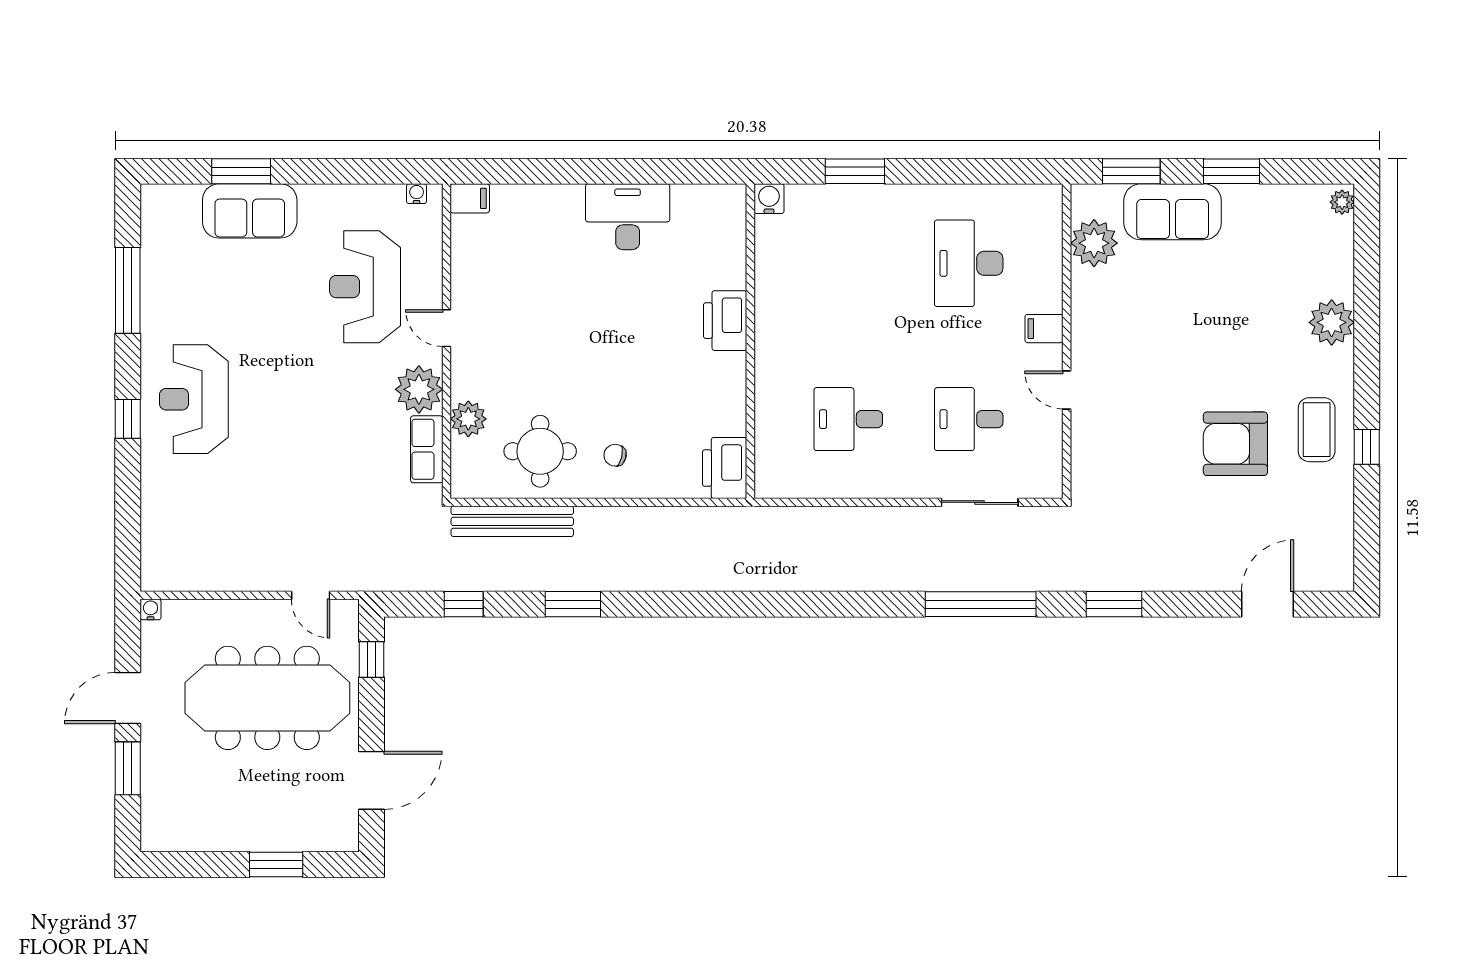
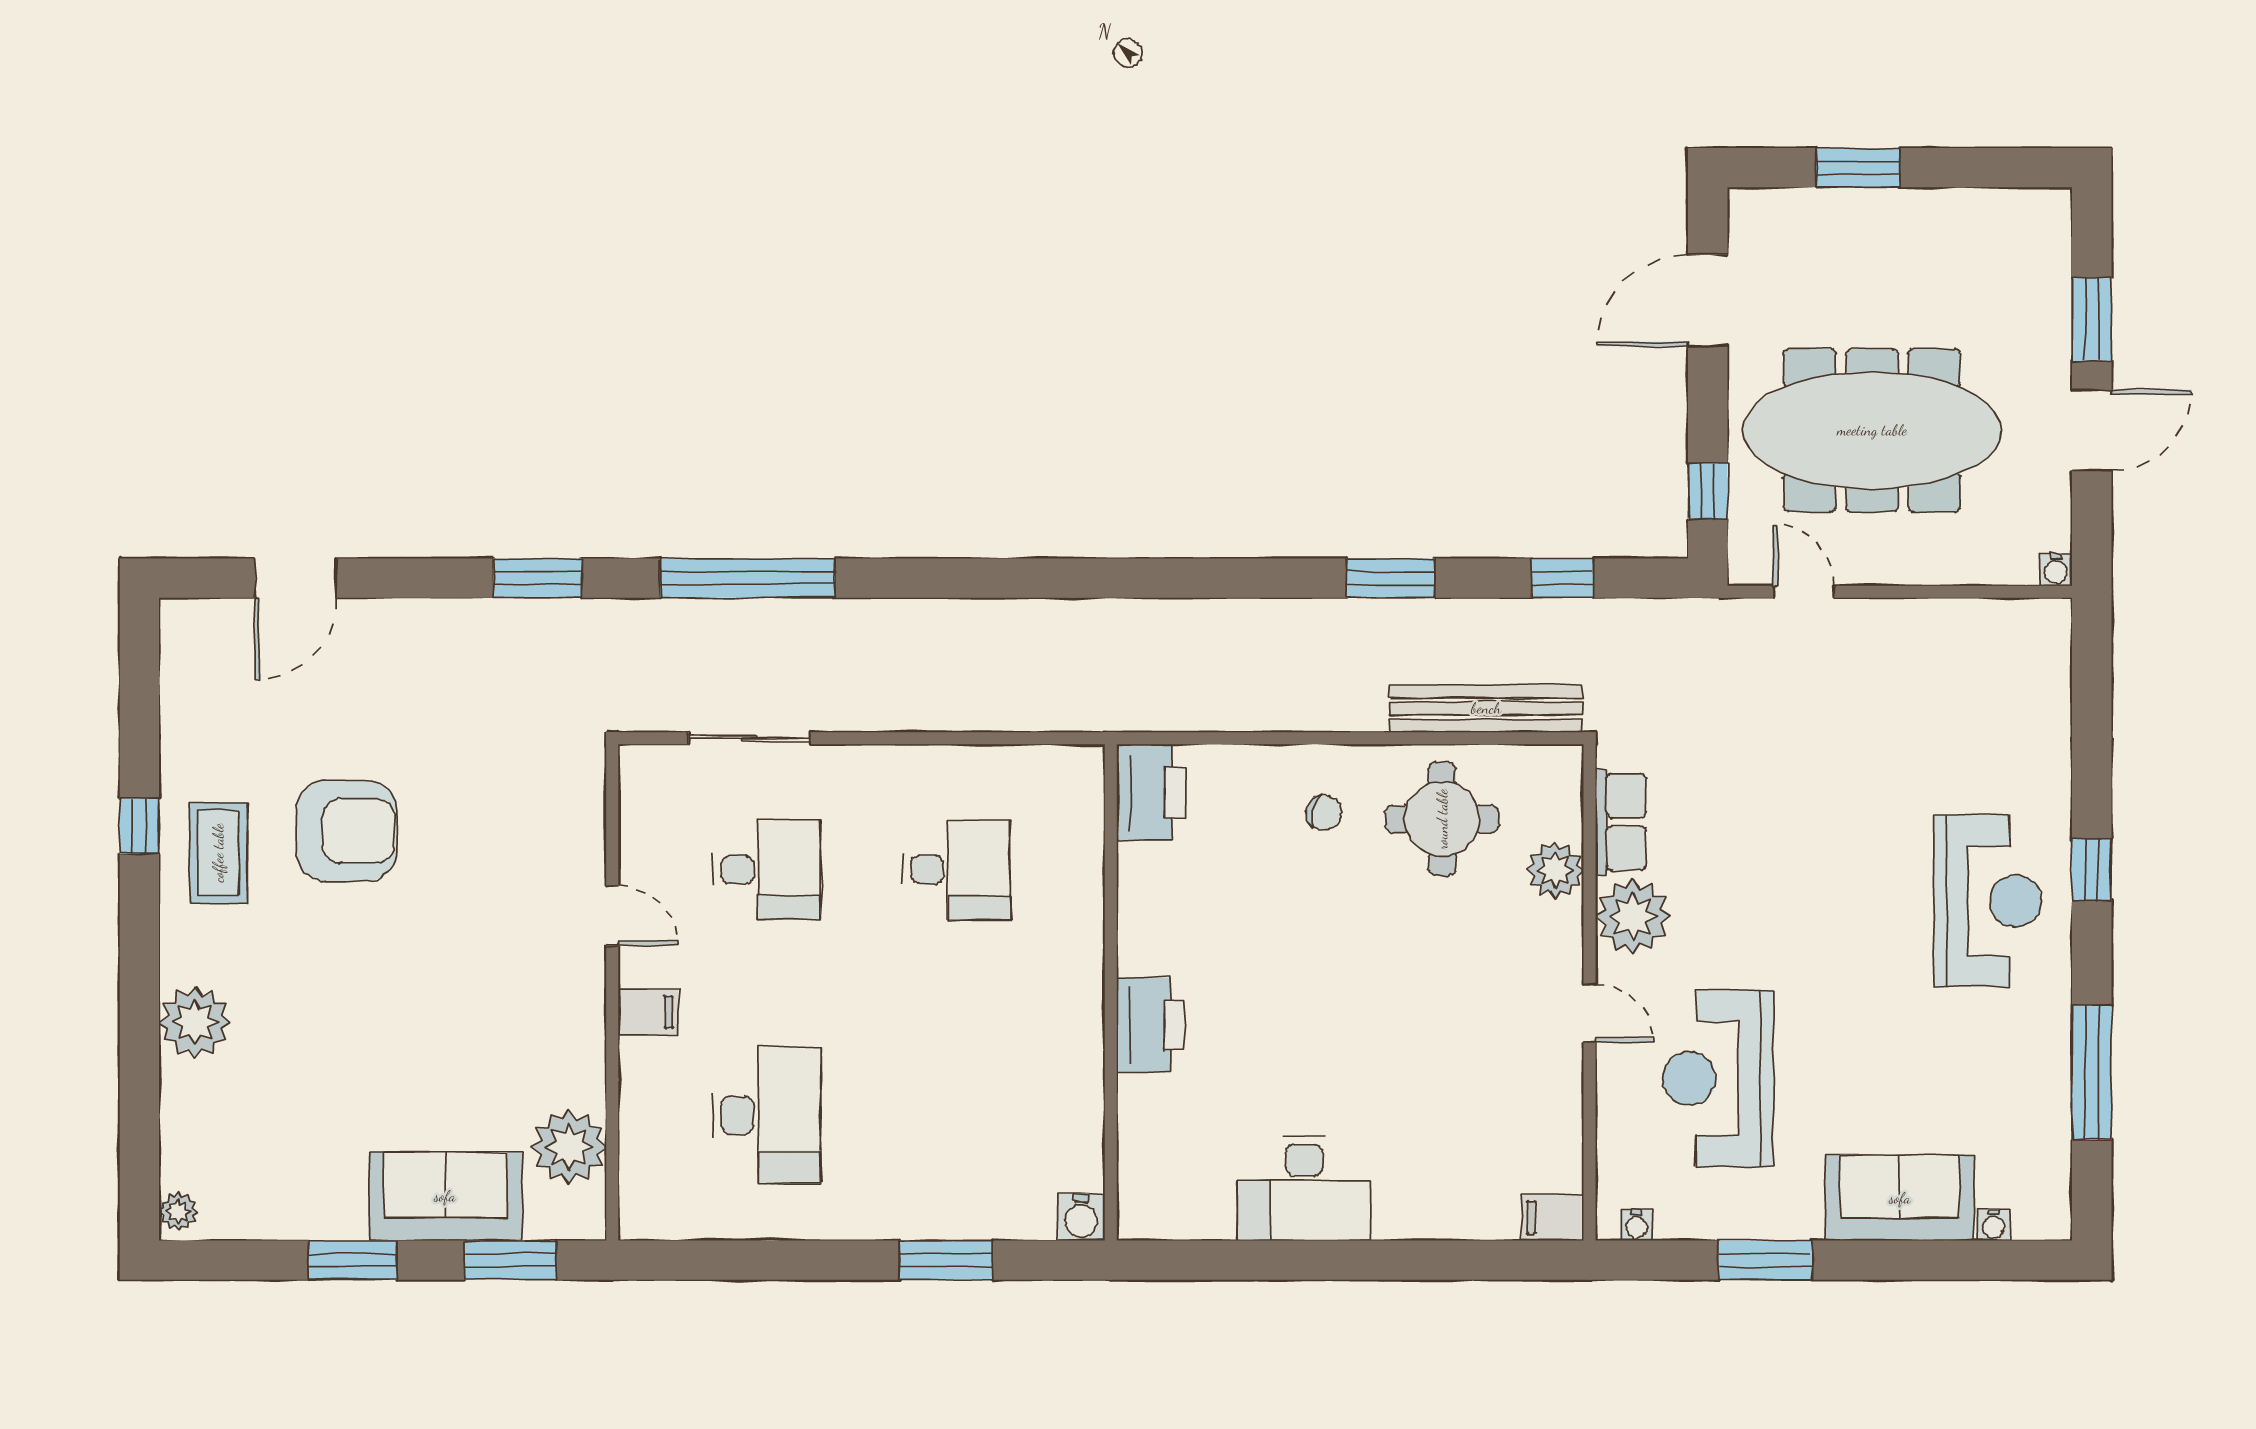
window: (241, 171) -> (1765, 1260), moved
water cooler: (190, 194) -> (1994, 1225), added
reception desk: (365, 287) -> (1718, 1078), turned 180

